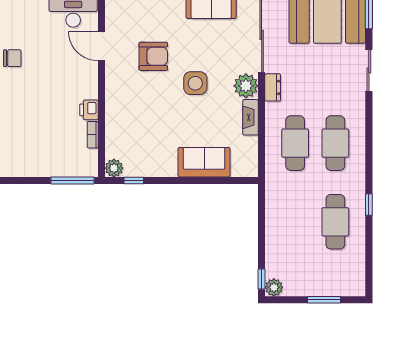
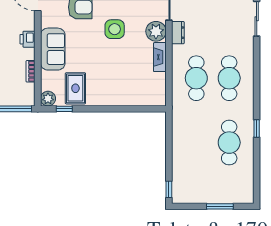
printer: (89, 110) -> (28, 39), moved
rug: (147, 156) -> (75, 88), added
sofa: (204, 162) -> (53, 49), moved, turned 90
plant: (274, 287) -> (179, 196), removed

